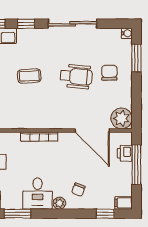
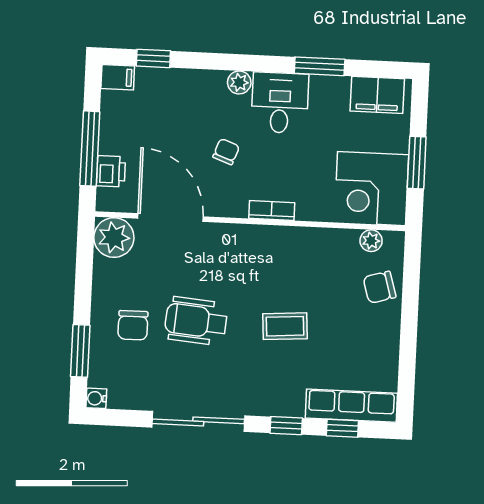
bookcase: (39, 137) -> (272, 210), width x0.64
chair: (78, 190) -> (226, 152), moved

